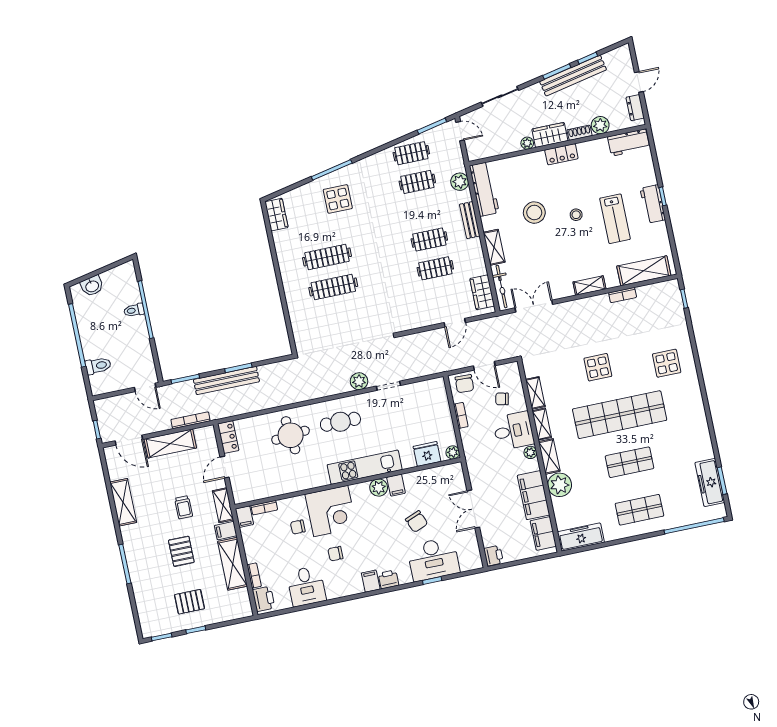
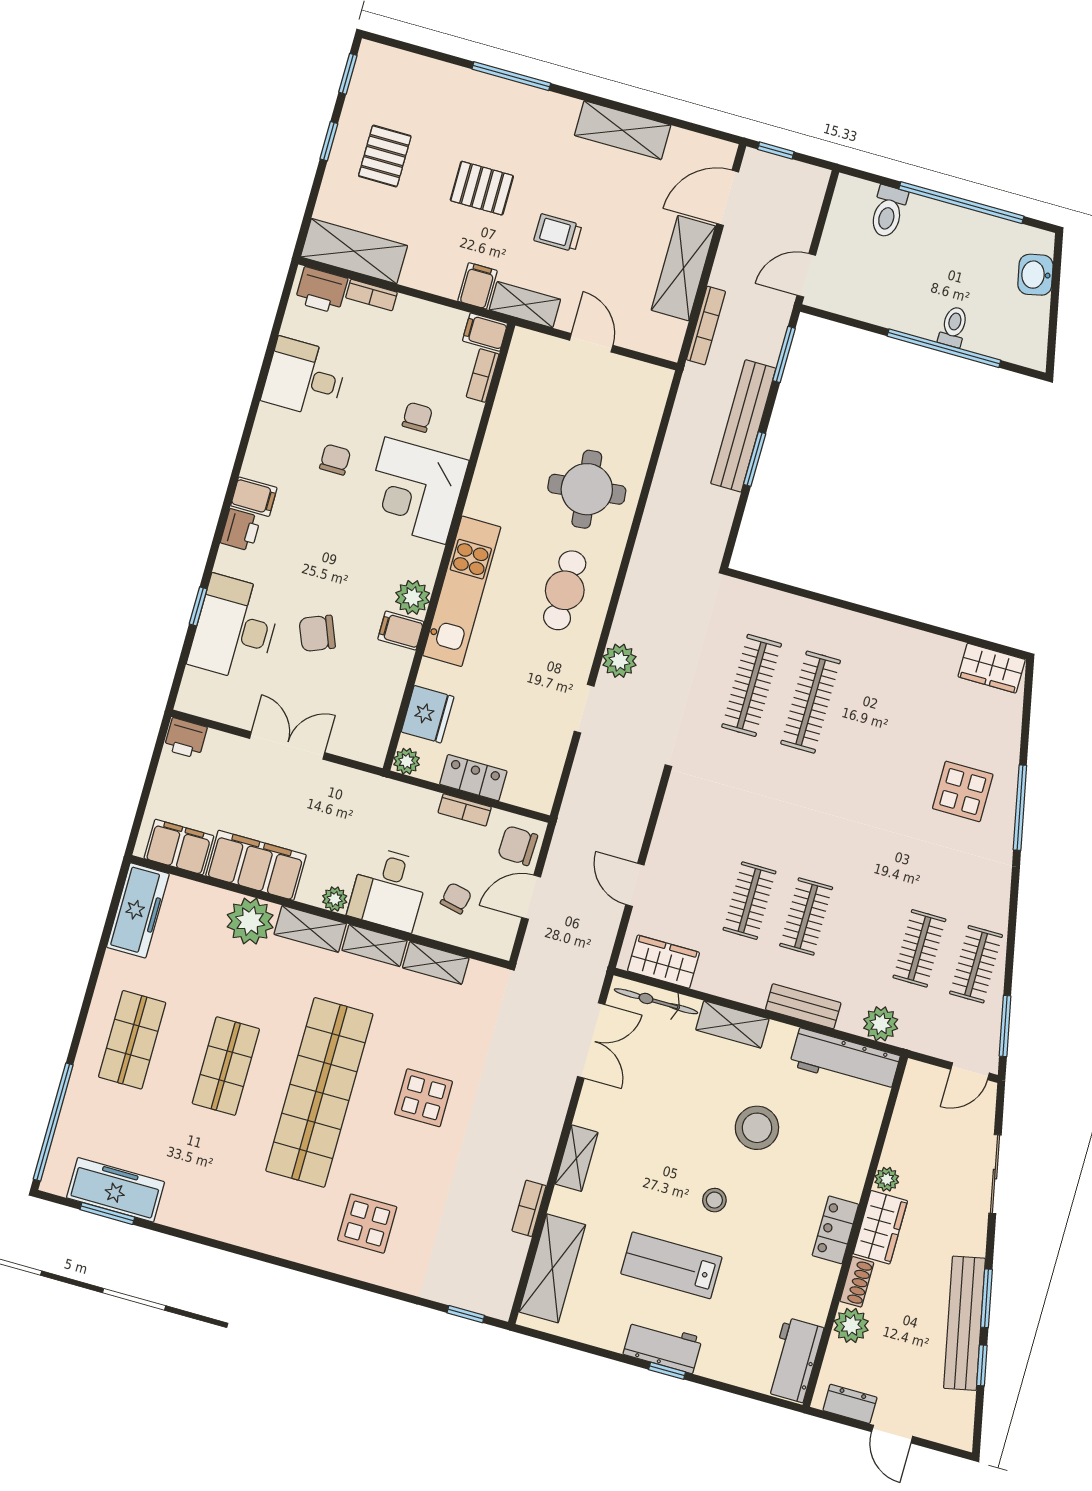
clothes rail: (327, 257) -> (752, 685), moved
locker: (228, 437) -> (473, 778), moved, turned 180
shelving: (233, 564) -> (354, 251), moved

